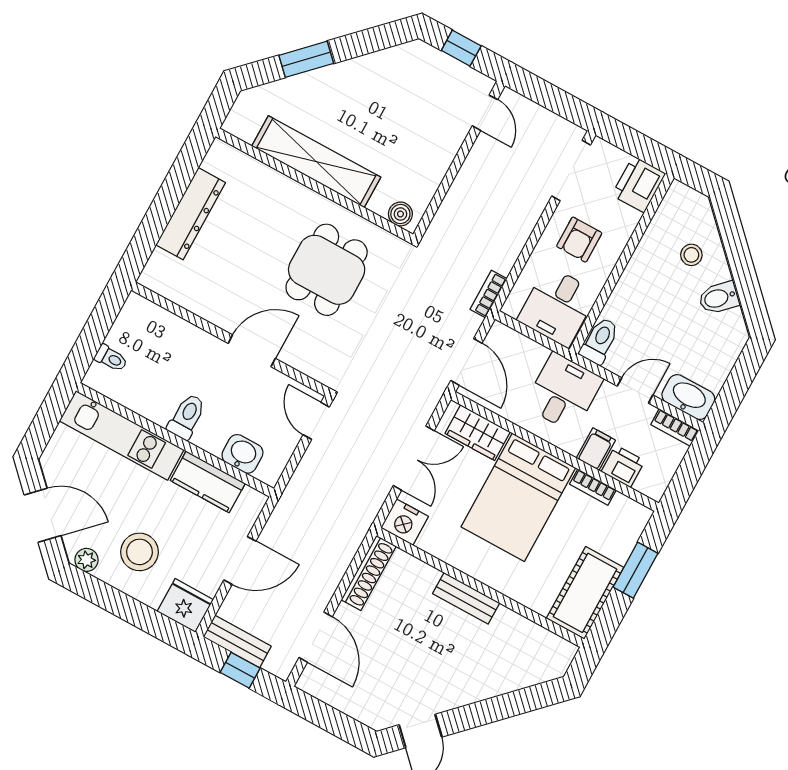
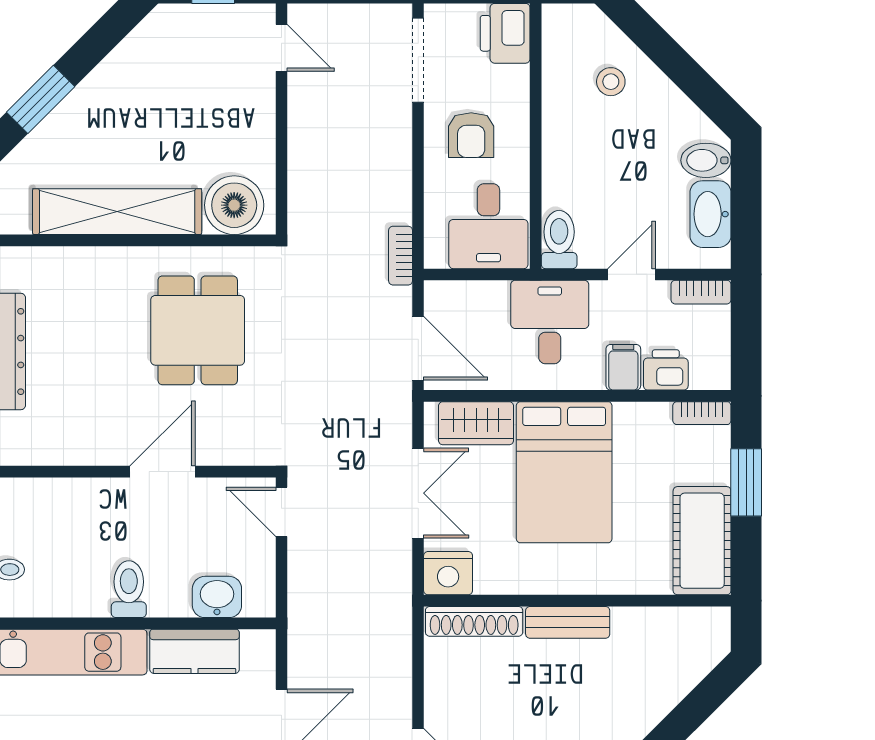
boiler: (400, 214) -> (234, 205), width x1.86, depth x1.86
bidet: (719, 298) -> (706, 160), moved, turned 45
washbasin: (688, 397) -> (710, 214), moved, turned -90
bookcase: (593, 487) -> (702, 413), moved
shoe rack: (369, 573) -> (474, 621), moved, turned 90

